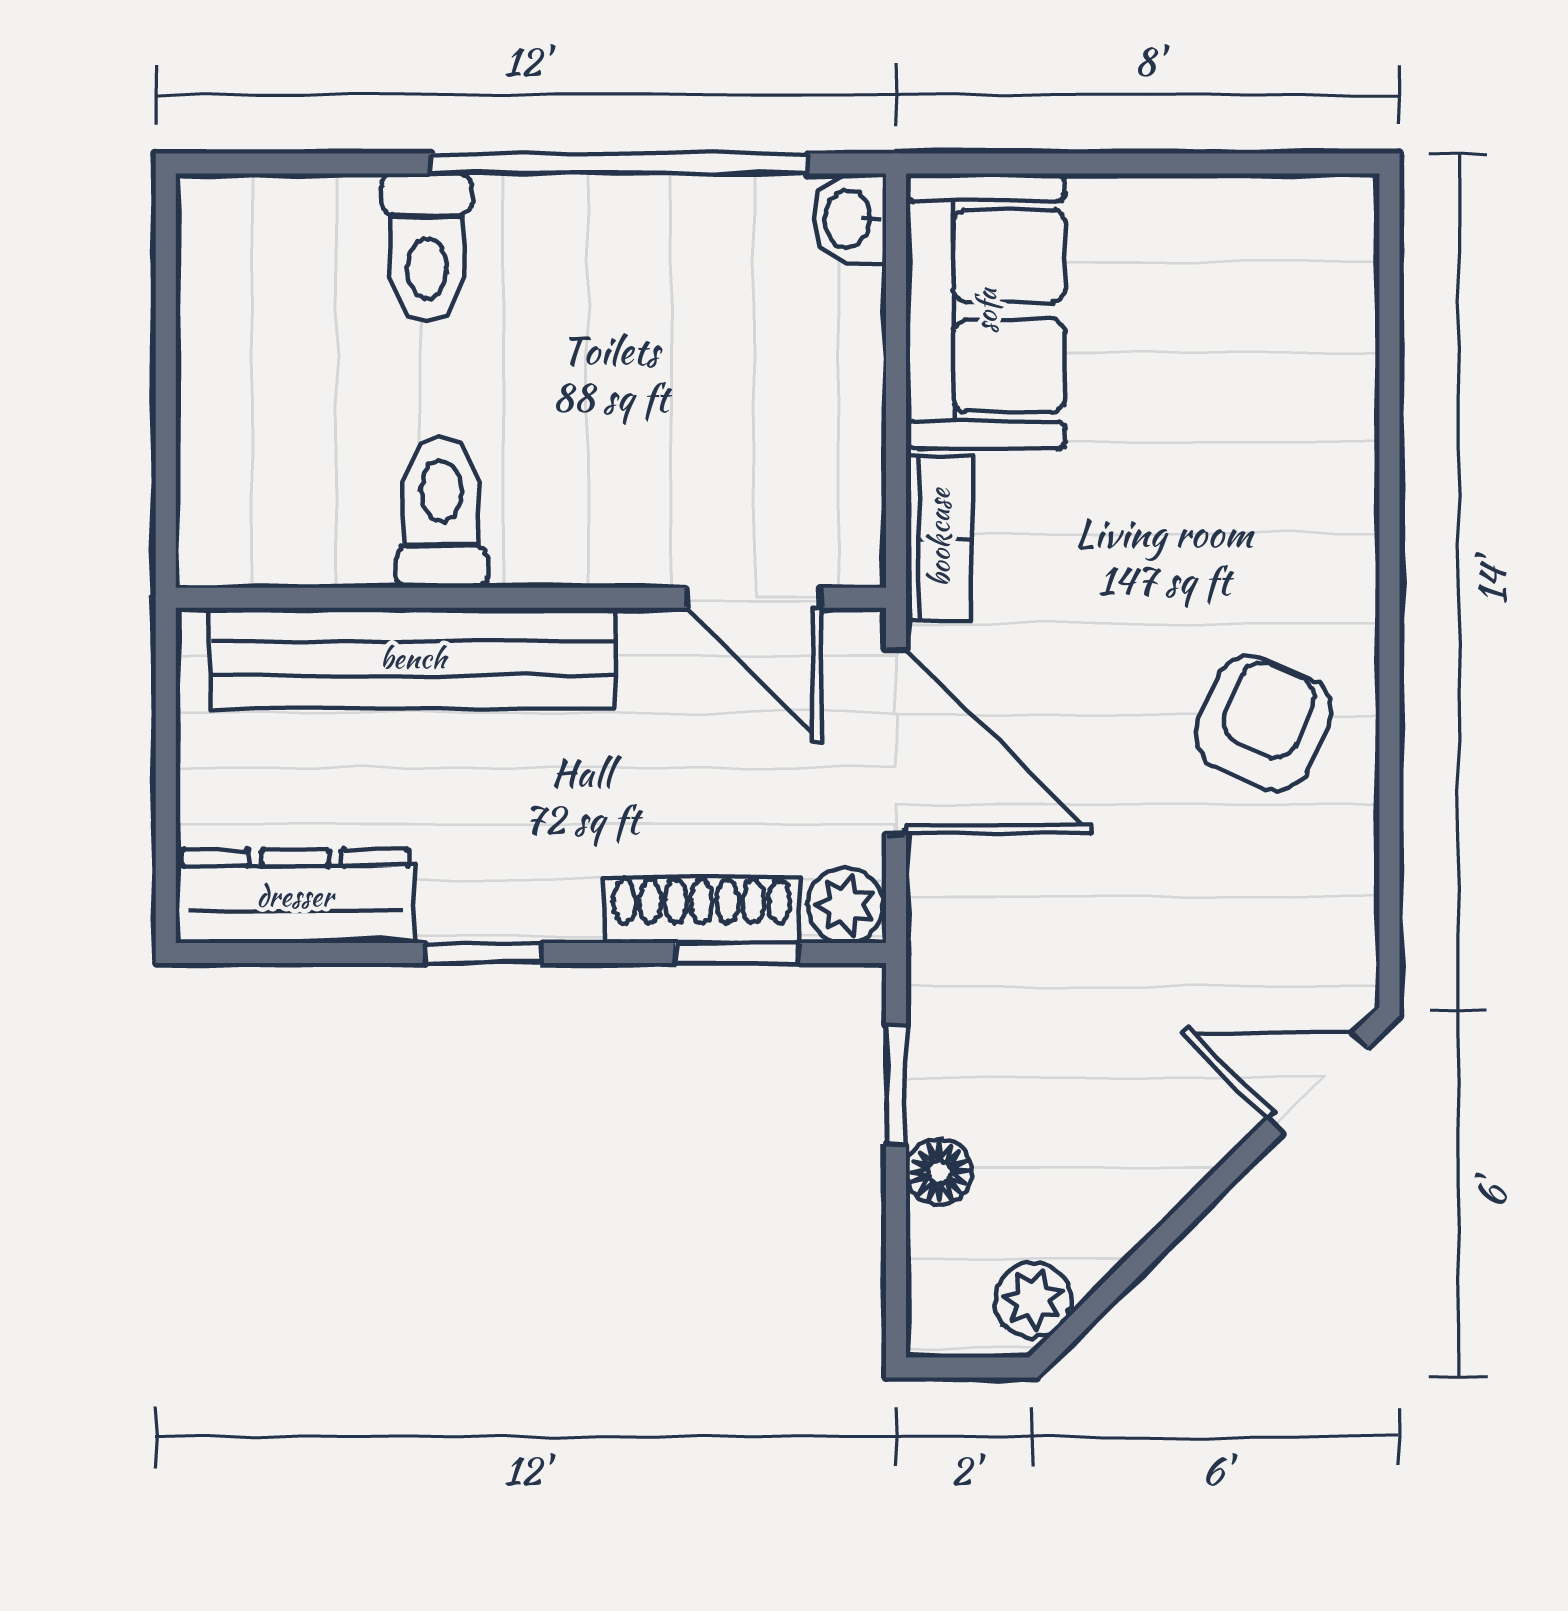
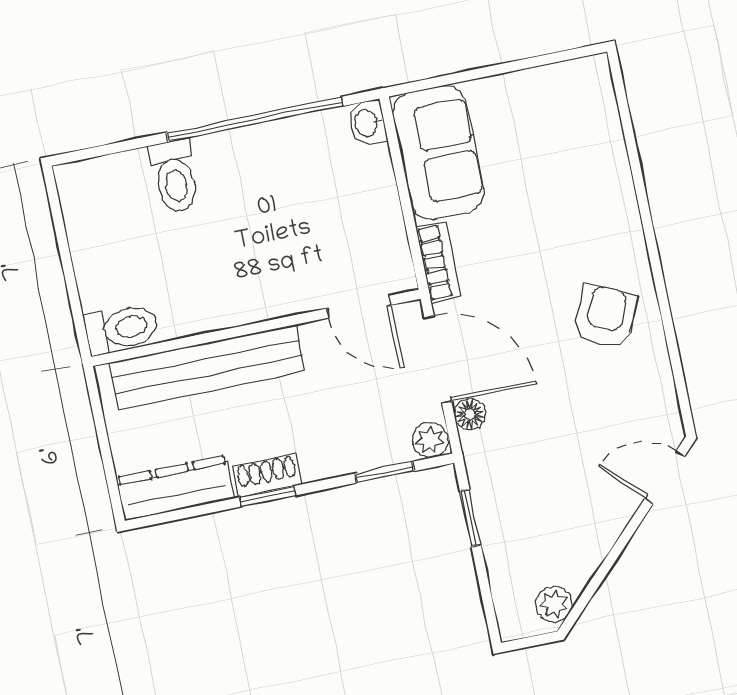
toilet: (441, 512) -> (121, 329), moved, turned 90
shoe rack: (702, 910) -> (267, 476), moved, width x0.70
floor lamp: (939, 1172) -> (470, 414), moved

